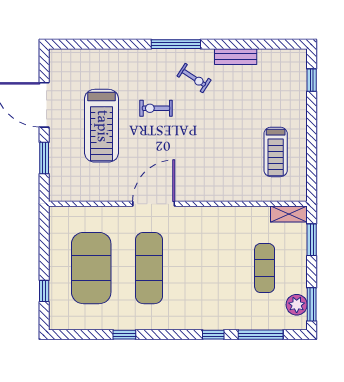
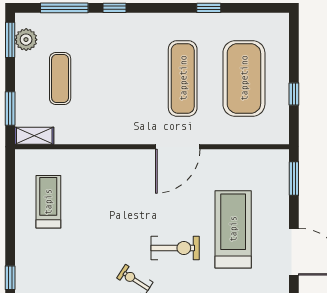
exercise bike: (156, 108) -> (175, 248), width x1.38, depth x1.39
window: (44, 158) -> (294, 178), moved
window: (44, 291) -> (294, 94), moved

